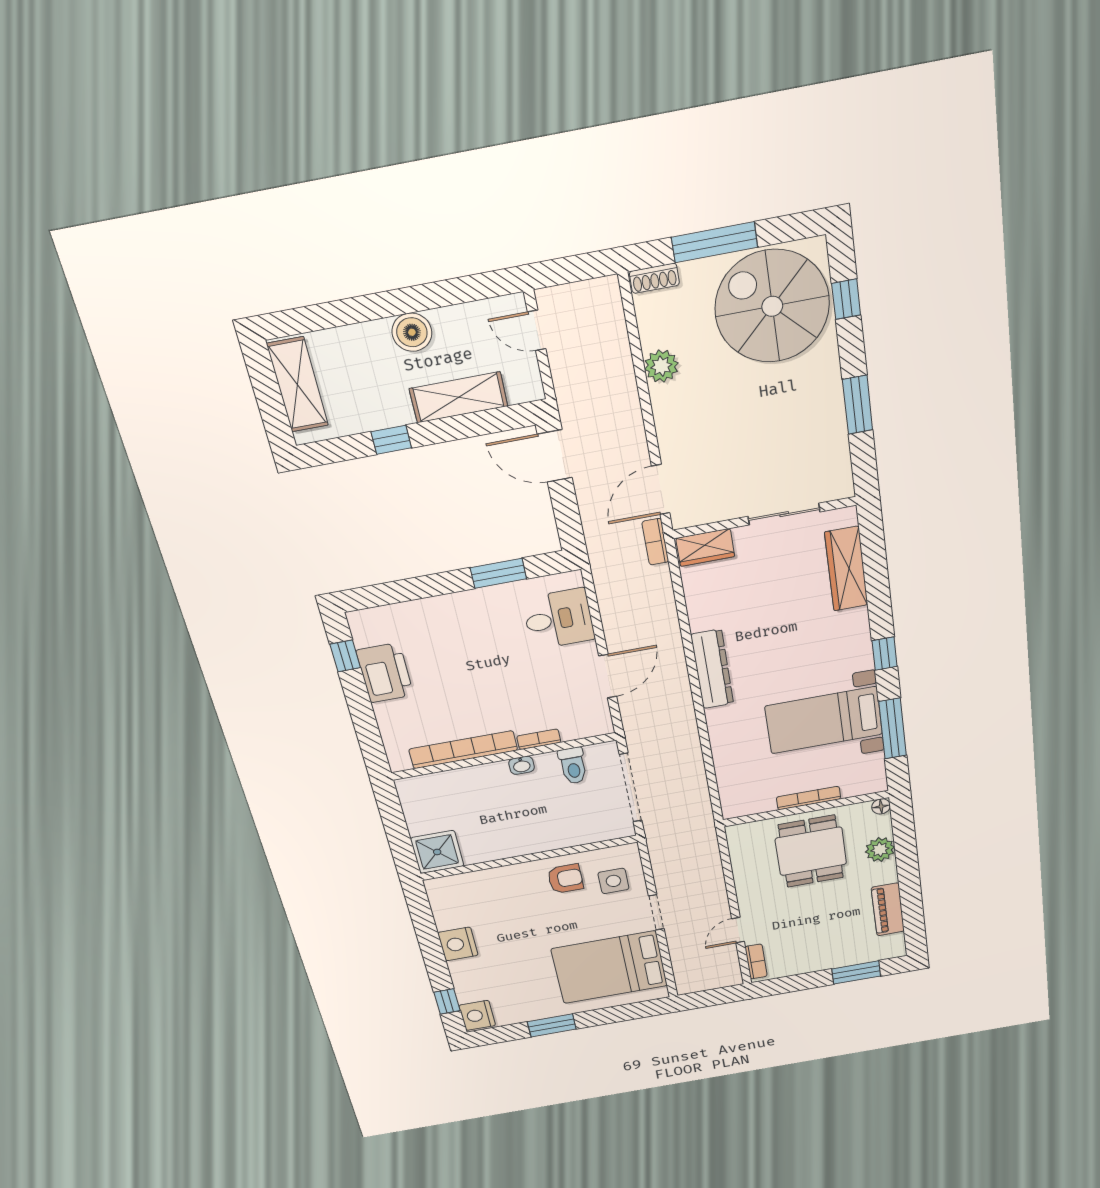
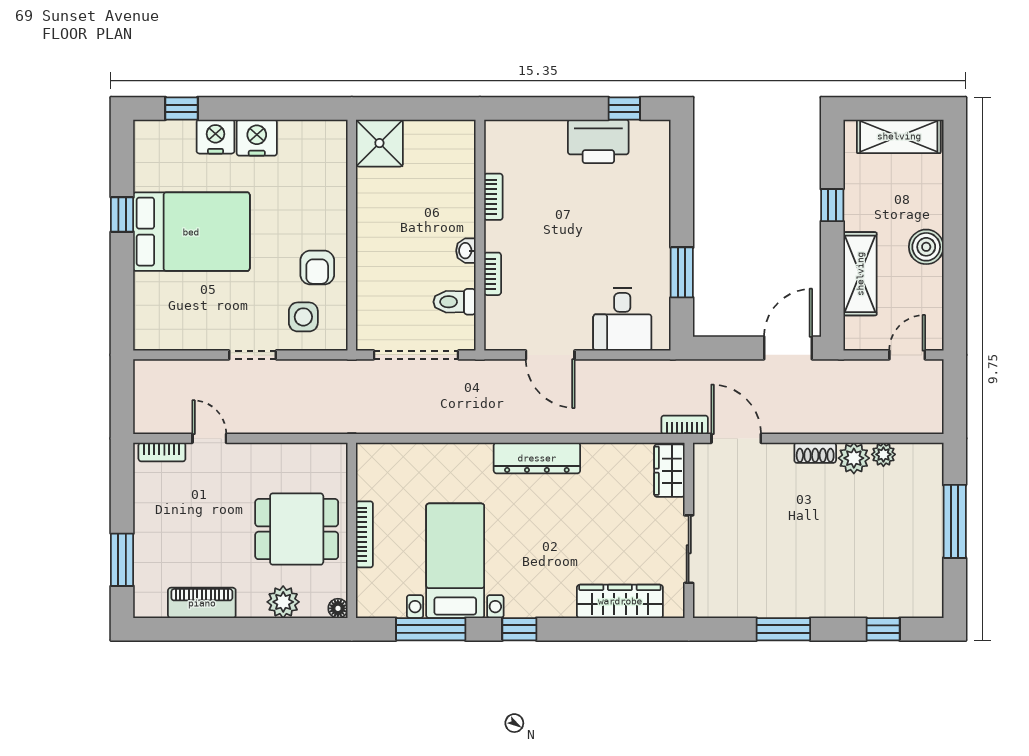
shoe rack: (654, 278) -> (815, 453), moved, turned -90
spiral stairs: (772, 306) -> (889, 564), removed
plant: (652, 335) -> (883, 454), added
bookcase: (463, 750) -> (493, 197), width x0.43, depth x0.76
bed: (610, 967) -> (191, 232), moved, turned 90
nightstand: (477, 1015) -> (215, 137), moved
window: (552, 1025) -> (122, 214), width x0.67

